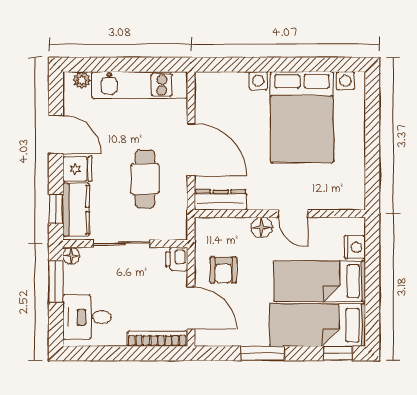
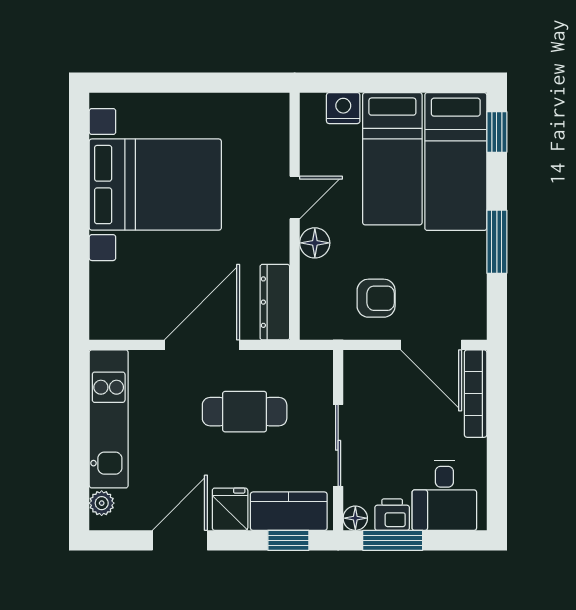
printer: (177, 259) -> (392, 515), moved, turned 180
door: (191, 308) -> (431, 345), swing flipped

